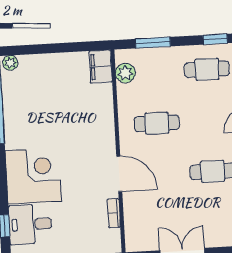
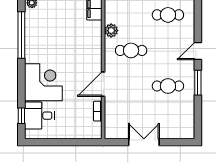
plant: (125, 73) -> (111, 31), moved
door: (119, 174) -> (103, 84), swing flipped

